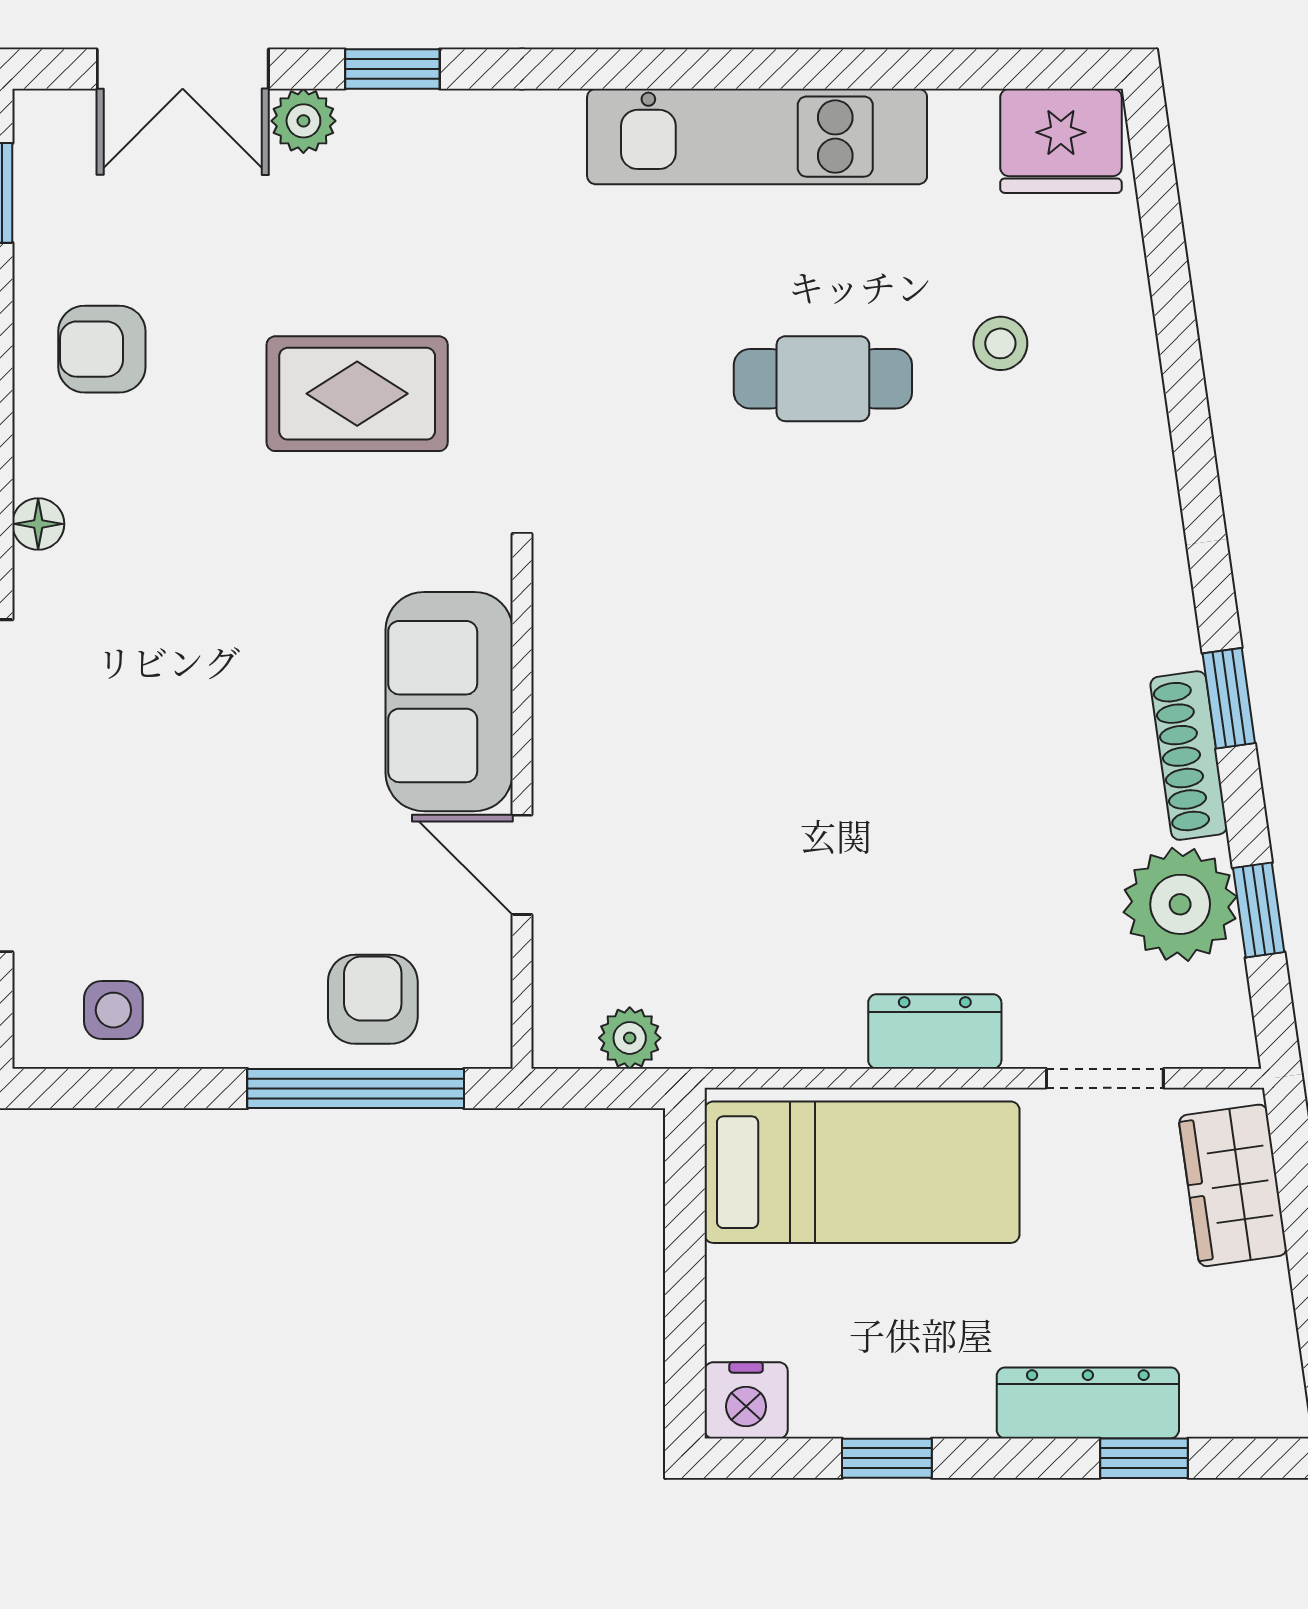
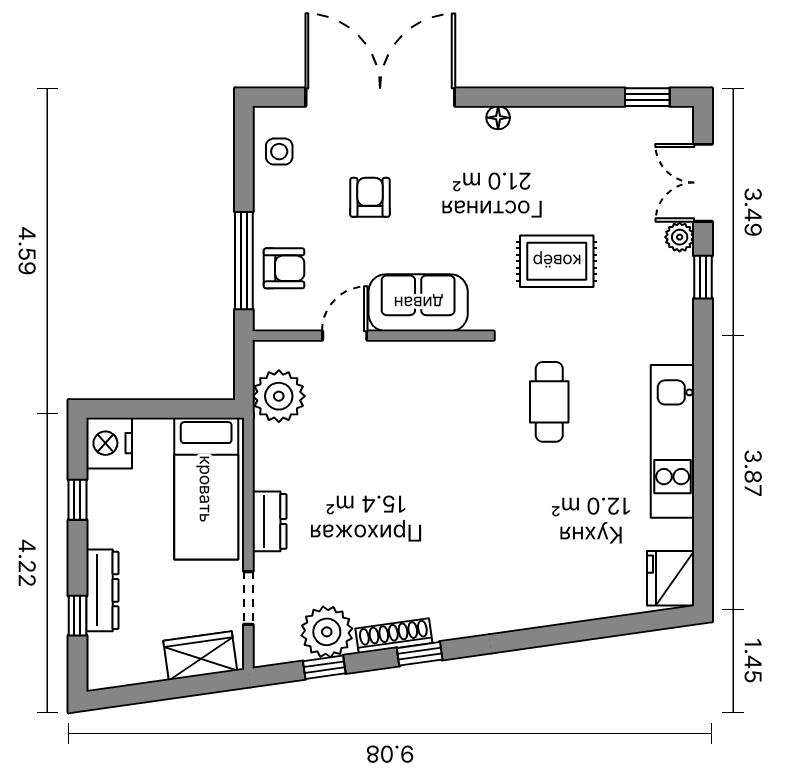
stool: (1000, 343) -> (579, 551), removed
armchair: (102, 349) -> (370, 197), moved
cafe table: (823, 379) -> (549, 402), moved
rug: (357, 394) -> (557, 261), turned 90
plant: (630, 1038) -> (279, 396), width x1.88, depth x1.88
nightstand: (746, 1400) -> (109, 443), width x1.36, depth x1.33

